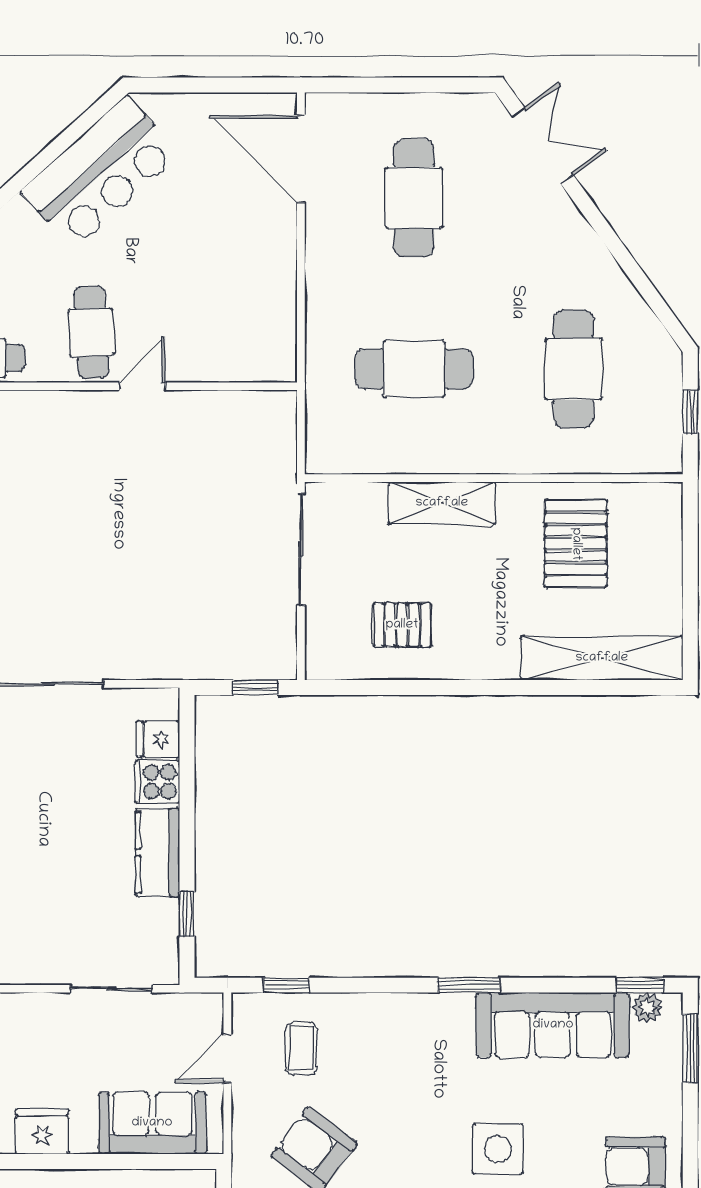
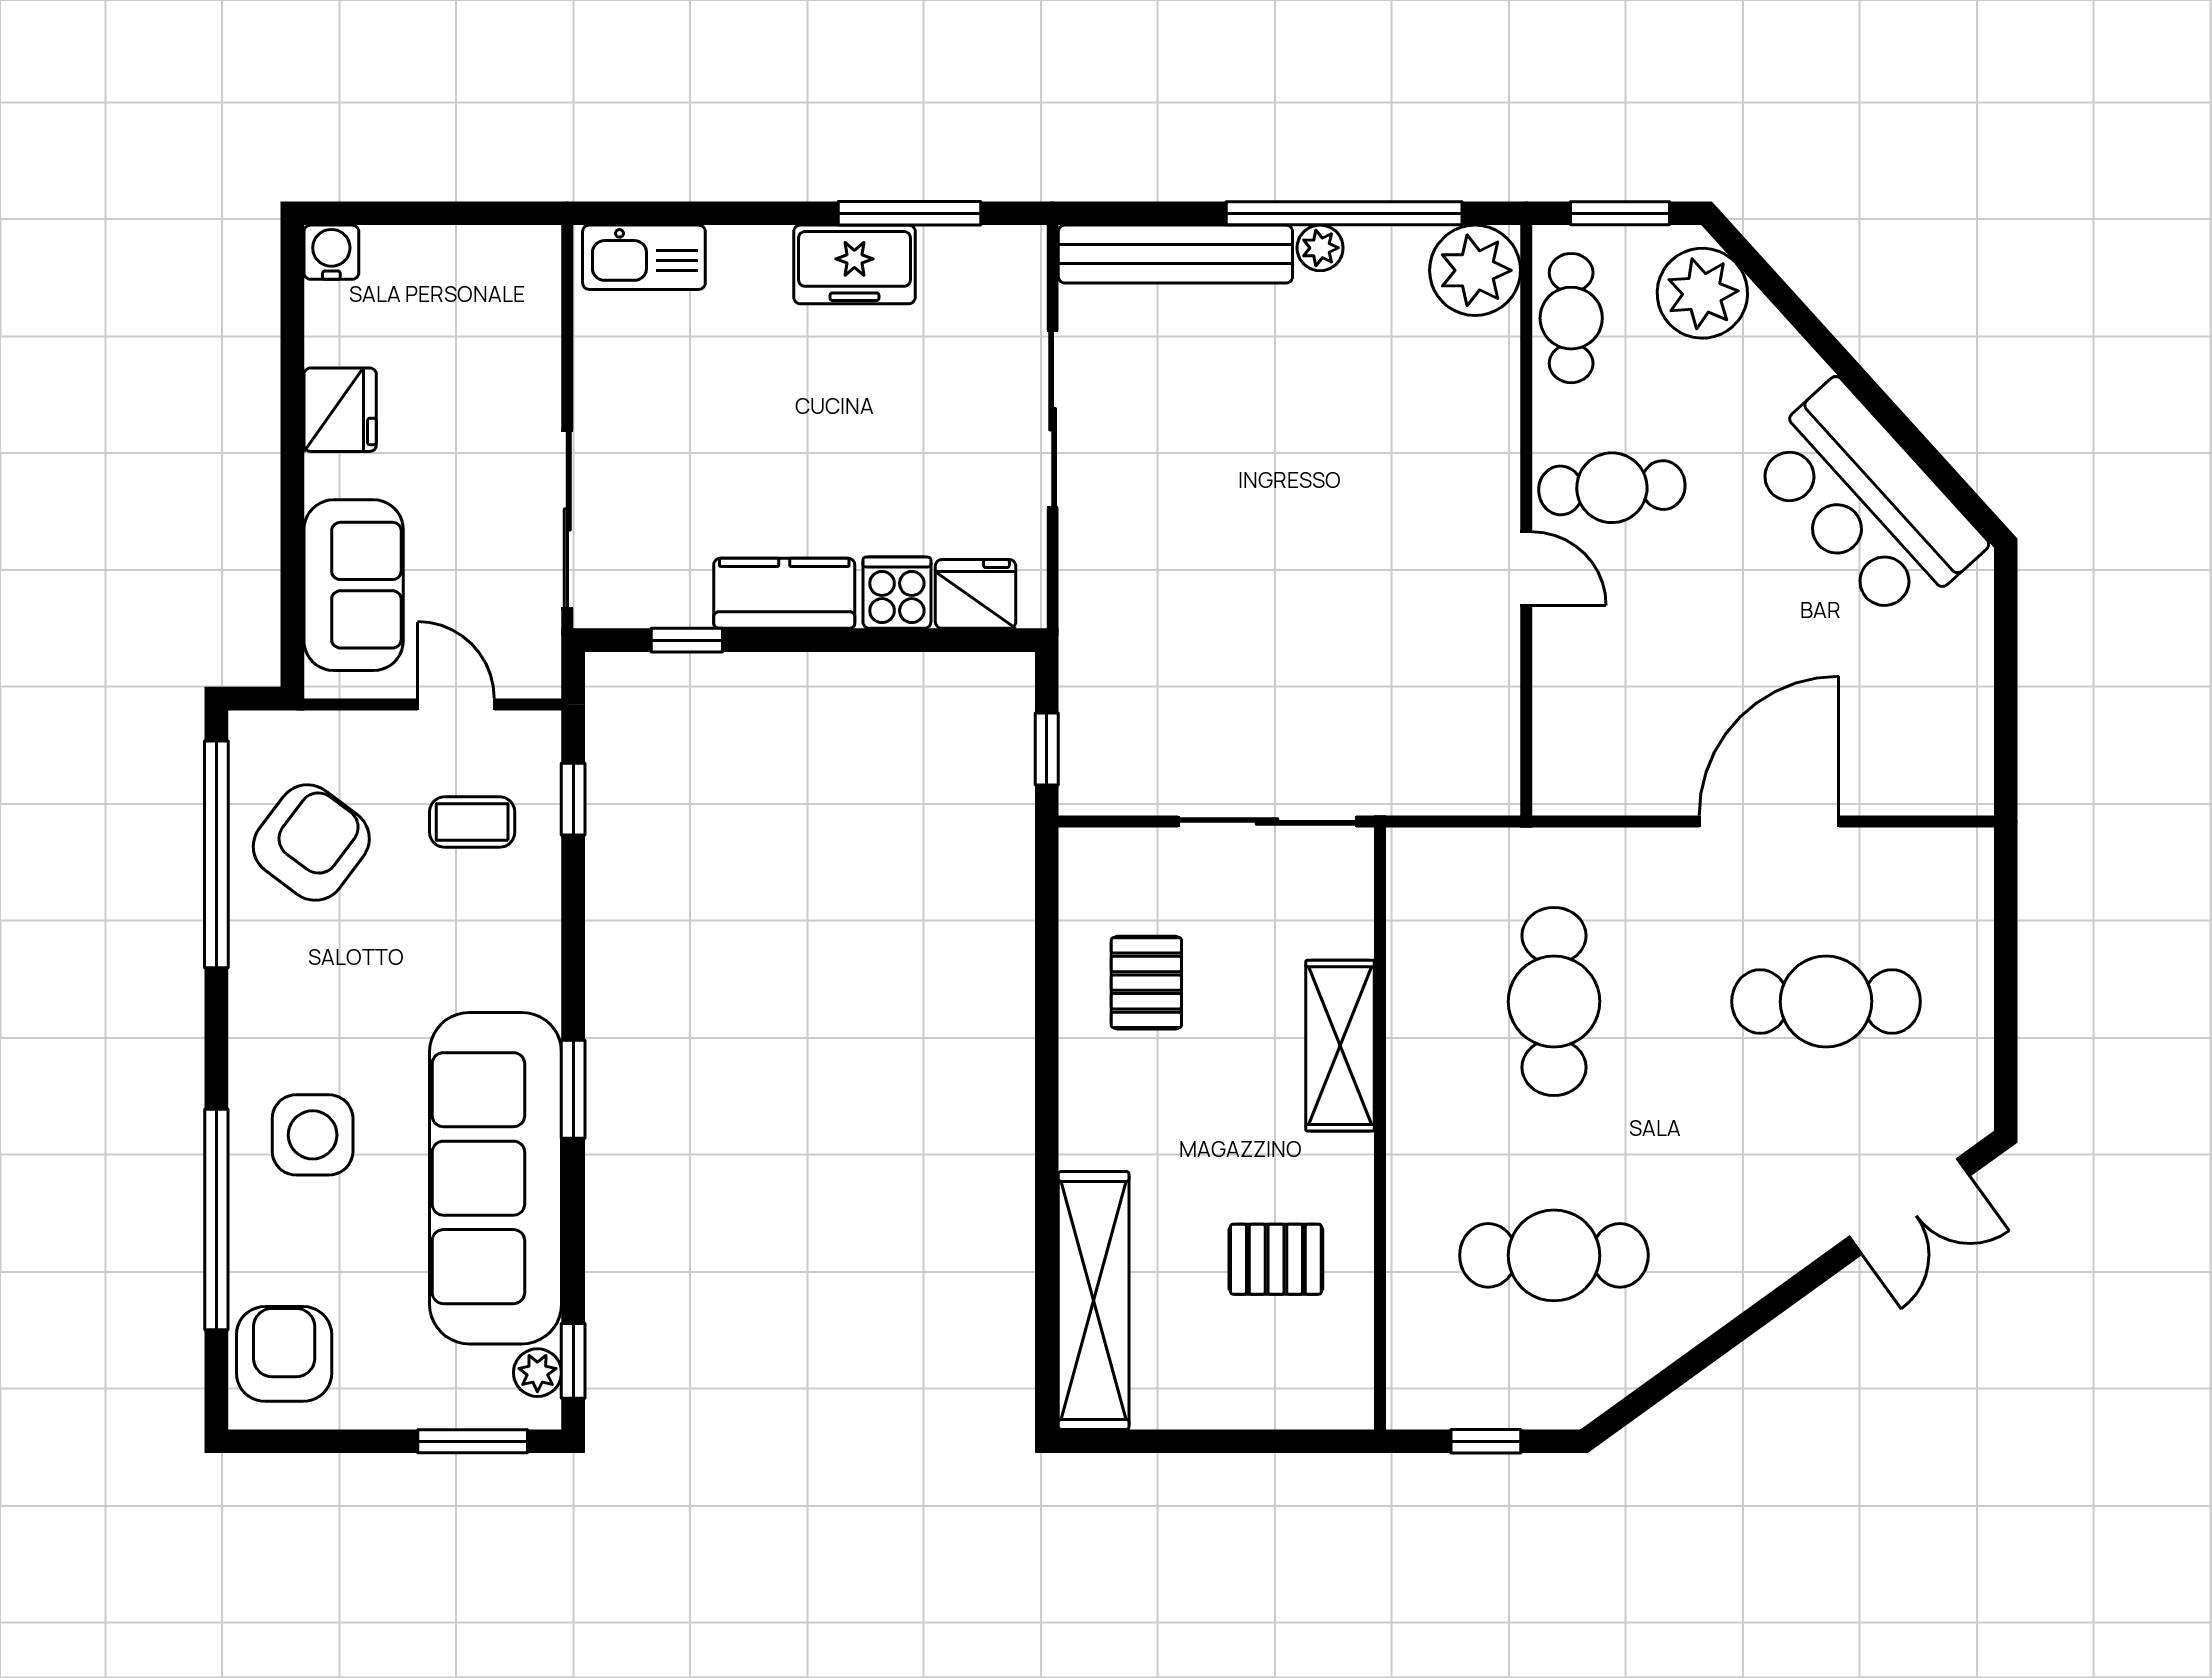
door: (301, 159) -> (1769, 821), moved
pallet: (576, 544) -> (1276, 1259), width x0.67, depth x0.71
fridge: (158, 739) -> (976, 594), width x1.38
sliding door: (111, 989) -> (567, 519), width x1.37
sofa: (553, 1025) -> (496, 1178), width x1.36, depth x1.27

